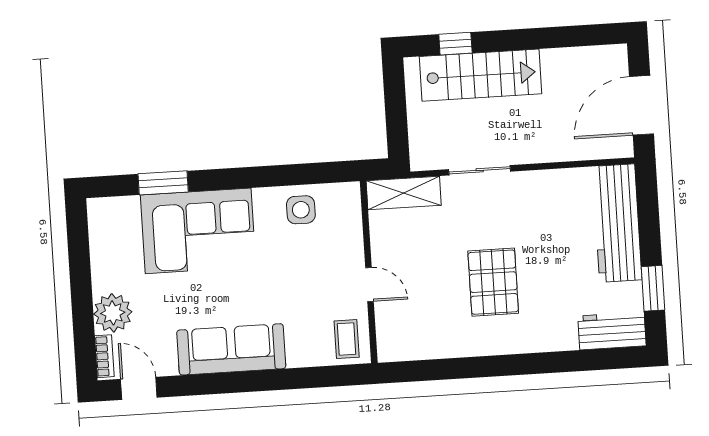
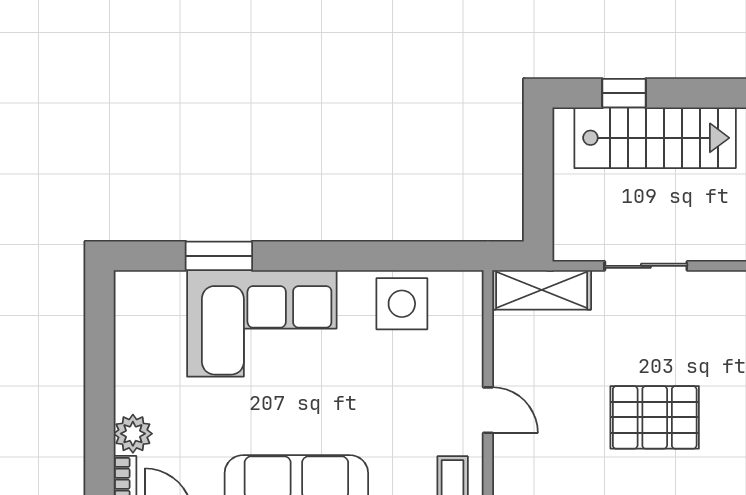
side table: (301, 210) -> (402, 304), width x1.37, depth x1.37
pallet: (493, 282) -> (655, 417), turned 90
plant: (113, 313) -> (133, 434), width x0.73, depth x0.73

